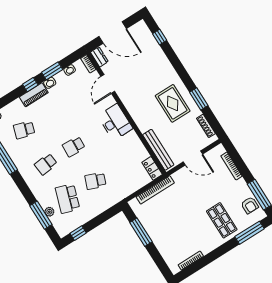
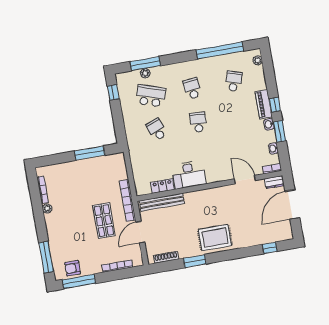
rug: (173, 103) -> (215, 238), moved
desk: (115, 122) -> (189, 175), moved
locker: (152, 168) -> (162, 186), moved
school desk: (95, 181) -> (157, 130), turned -42
bookcase: (155, 190) -> (128, 201), moved
shop shelf: (222, 220) -> (104, 221), moved, turned 90
plant: (206, 250) -> (47, 208), added

